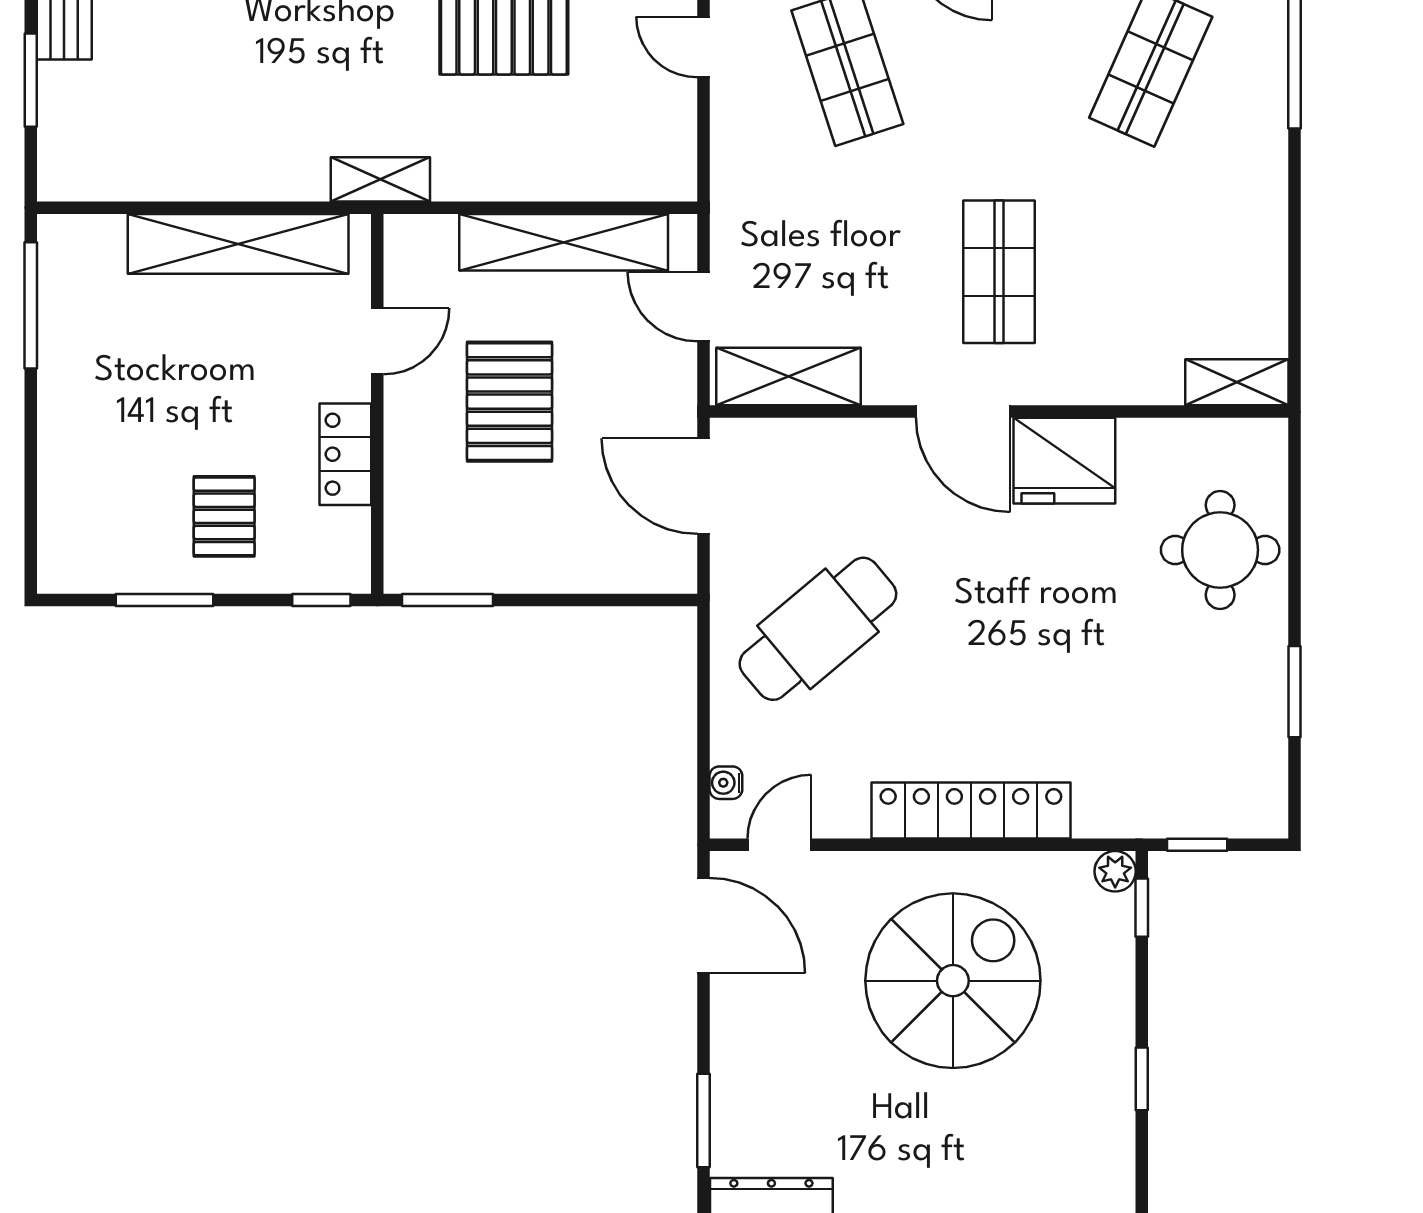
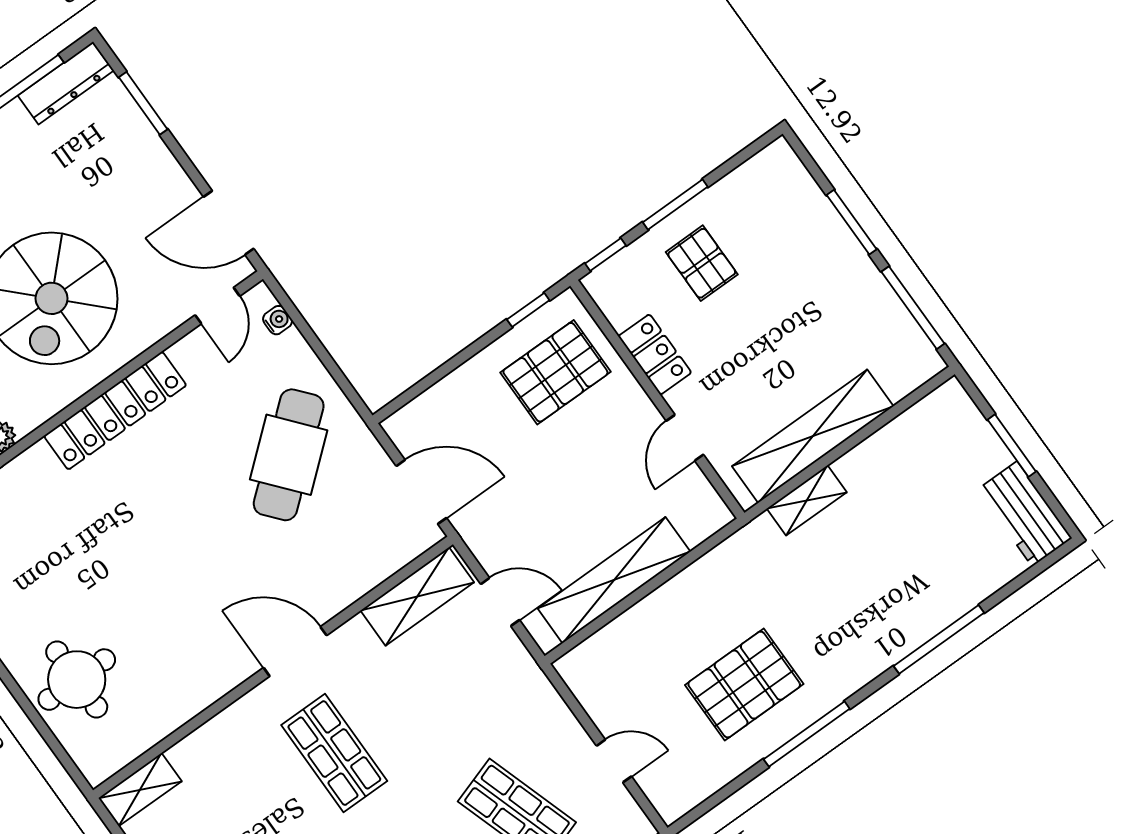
shelving: (380, 179) -> (807, 500), moved
pallet: (509, 402) -> (555, 372), moved, turned 90
window: (31, 445) -> (852, 222), added
fridge: (1064, 461) -> (211, 666), removed
window: (164, 600) -> (675, 205), moved
window: (448, 600) -> (528, 310), width x0.67

